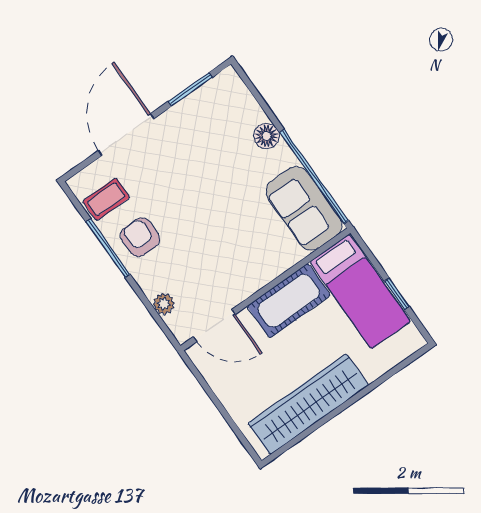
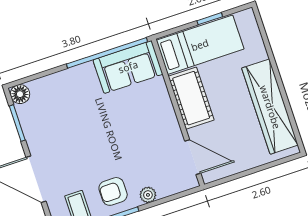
floor lamp: (267, 136) -> (20, 94), moved
plant: (164, 304) -> (148, 195), moved
door: (214, 326) -> (193, 157), hinge flipped

